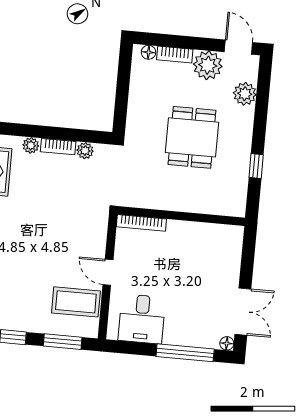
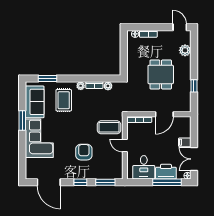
plant: (208, 65) -> (165, 38), removed
door: (192, 217) -> (164, 114), added
filing cabinet: (228, 277) -> (185, 142), added
armchair: (25, 278) -> (84, 152), added
coffee table: (76, 302) -> (109, 127), moved
double door: (243, 312) -> (194, 159), swing flipped
printer: (185, 332) -> (166, 172), added

